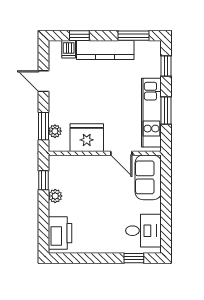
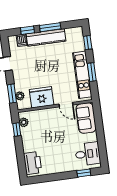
window: (134, 36) -> (50, 27), moved
plant: (55, 196) -> (24, 122), moved

